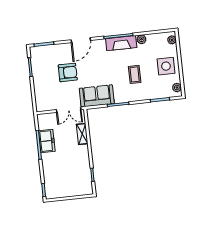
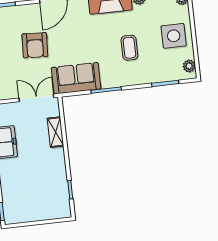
armchair: (68, 72) -> (35, 45), turned 93
double door: (69, 110) -> (36, 98), swing flipped

